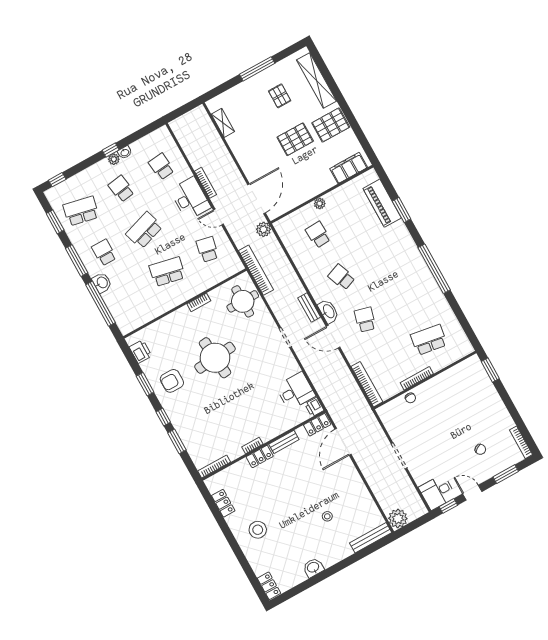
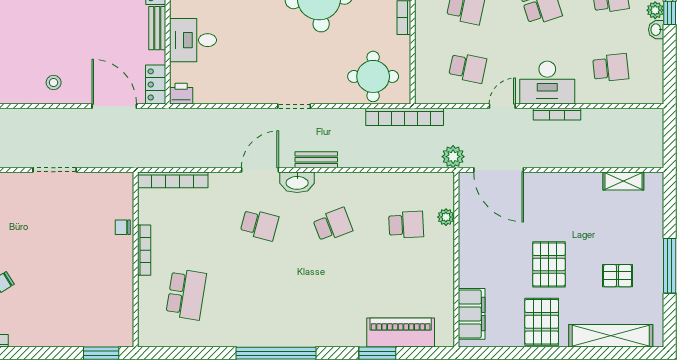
plant: (320, 204) -> (446, 217), moved
desk: (296, 391) -> (193, 40), moved, turned 90
stool: (327, 516) -> (54, 83), moved

